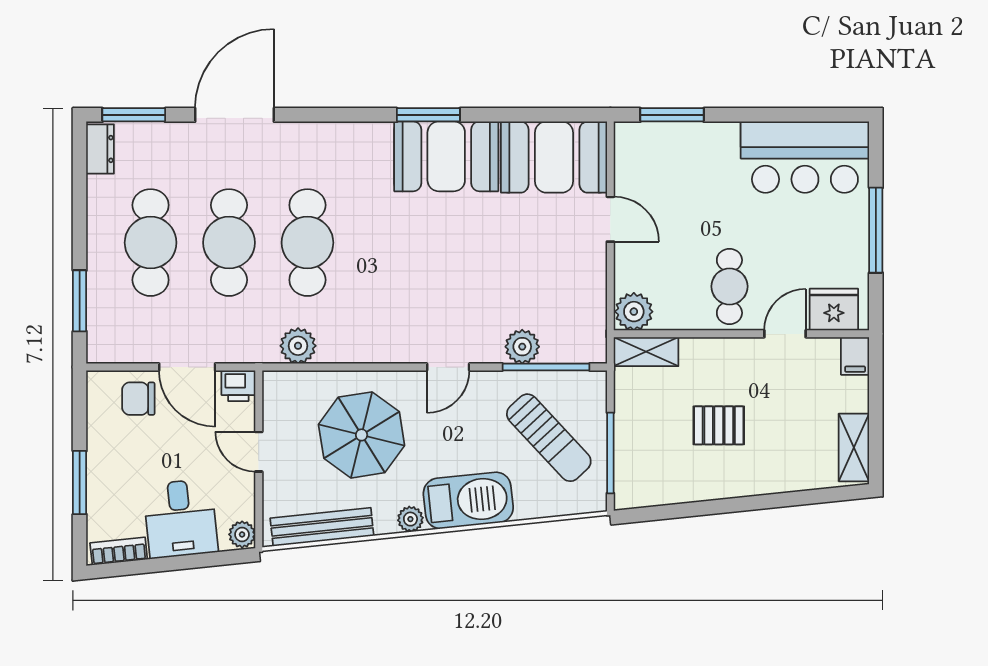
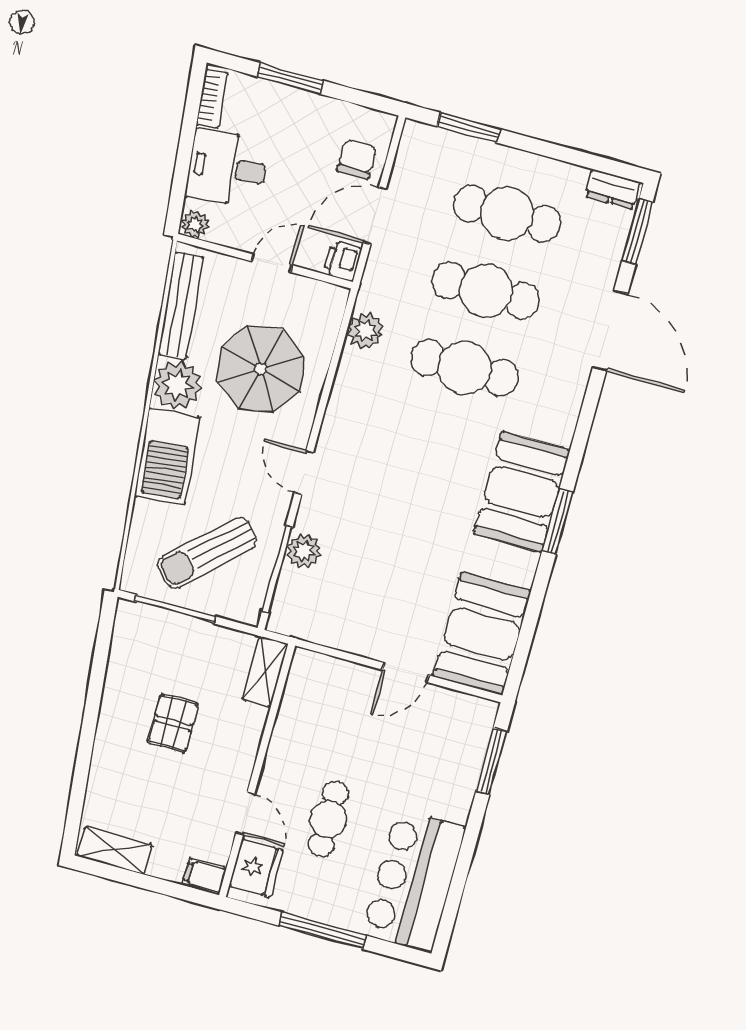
booth: (446, 156) -> (522, 492), moved
cafe table: (729, 286) -> (328, 819), moved, turned 90
plant: (634, 312) -> (308, 670), removed
plant: (410, 519) -> (178, 385), width x1.88, depth x1.88

